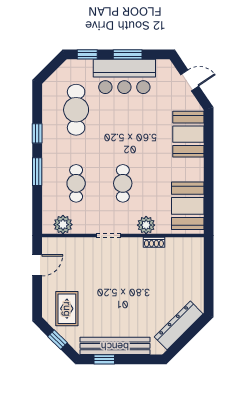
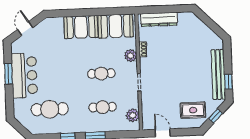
window: (87, 54) -> (10, 103), removed
booth: (188, 134) -> (81, 27), moved
dresser: (179, 325) -> (159, 19), moved, turned -45

